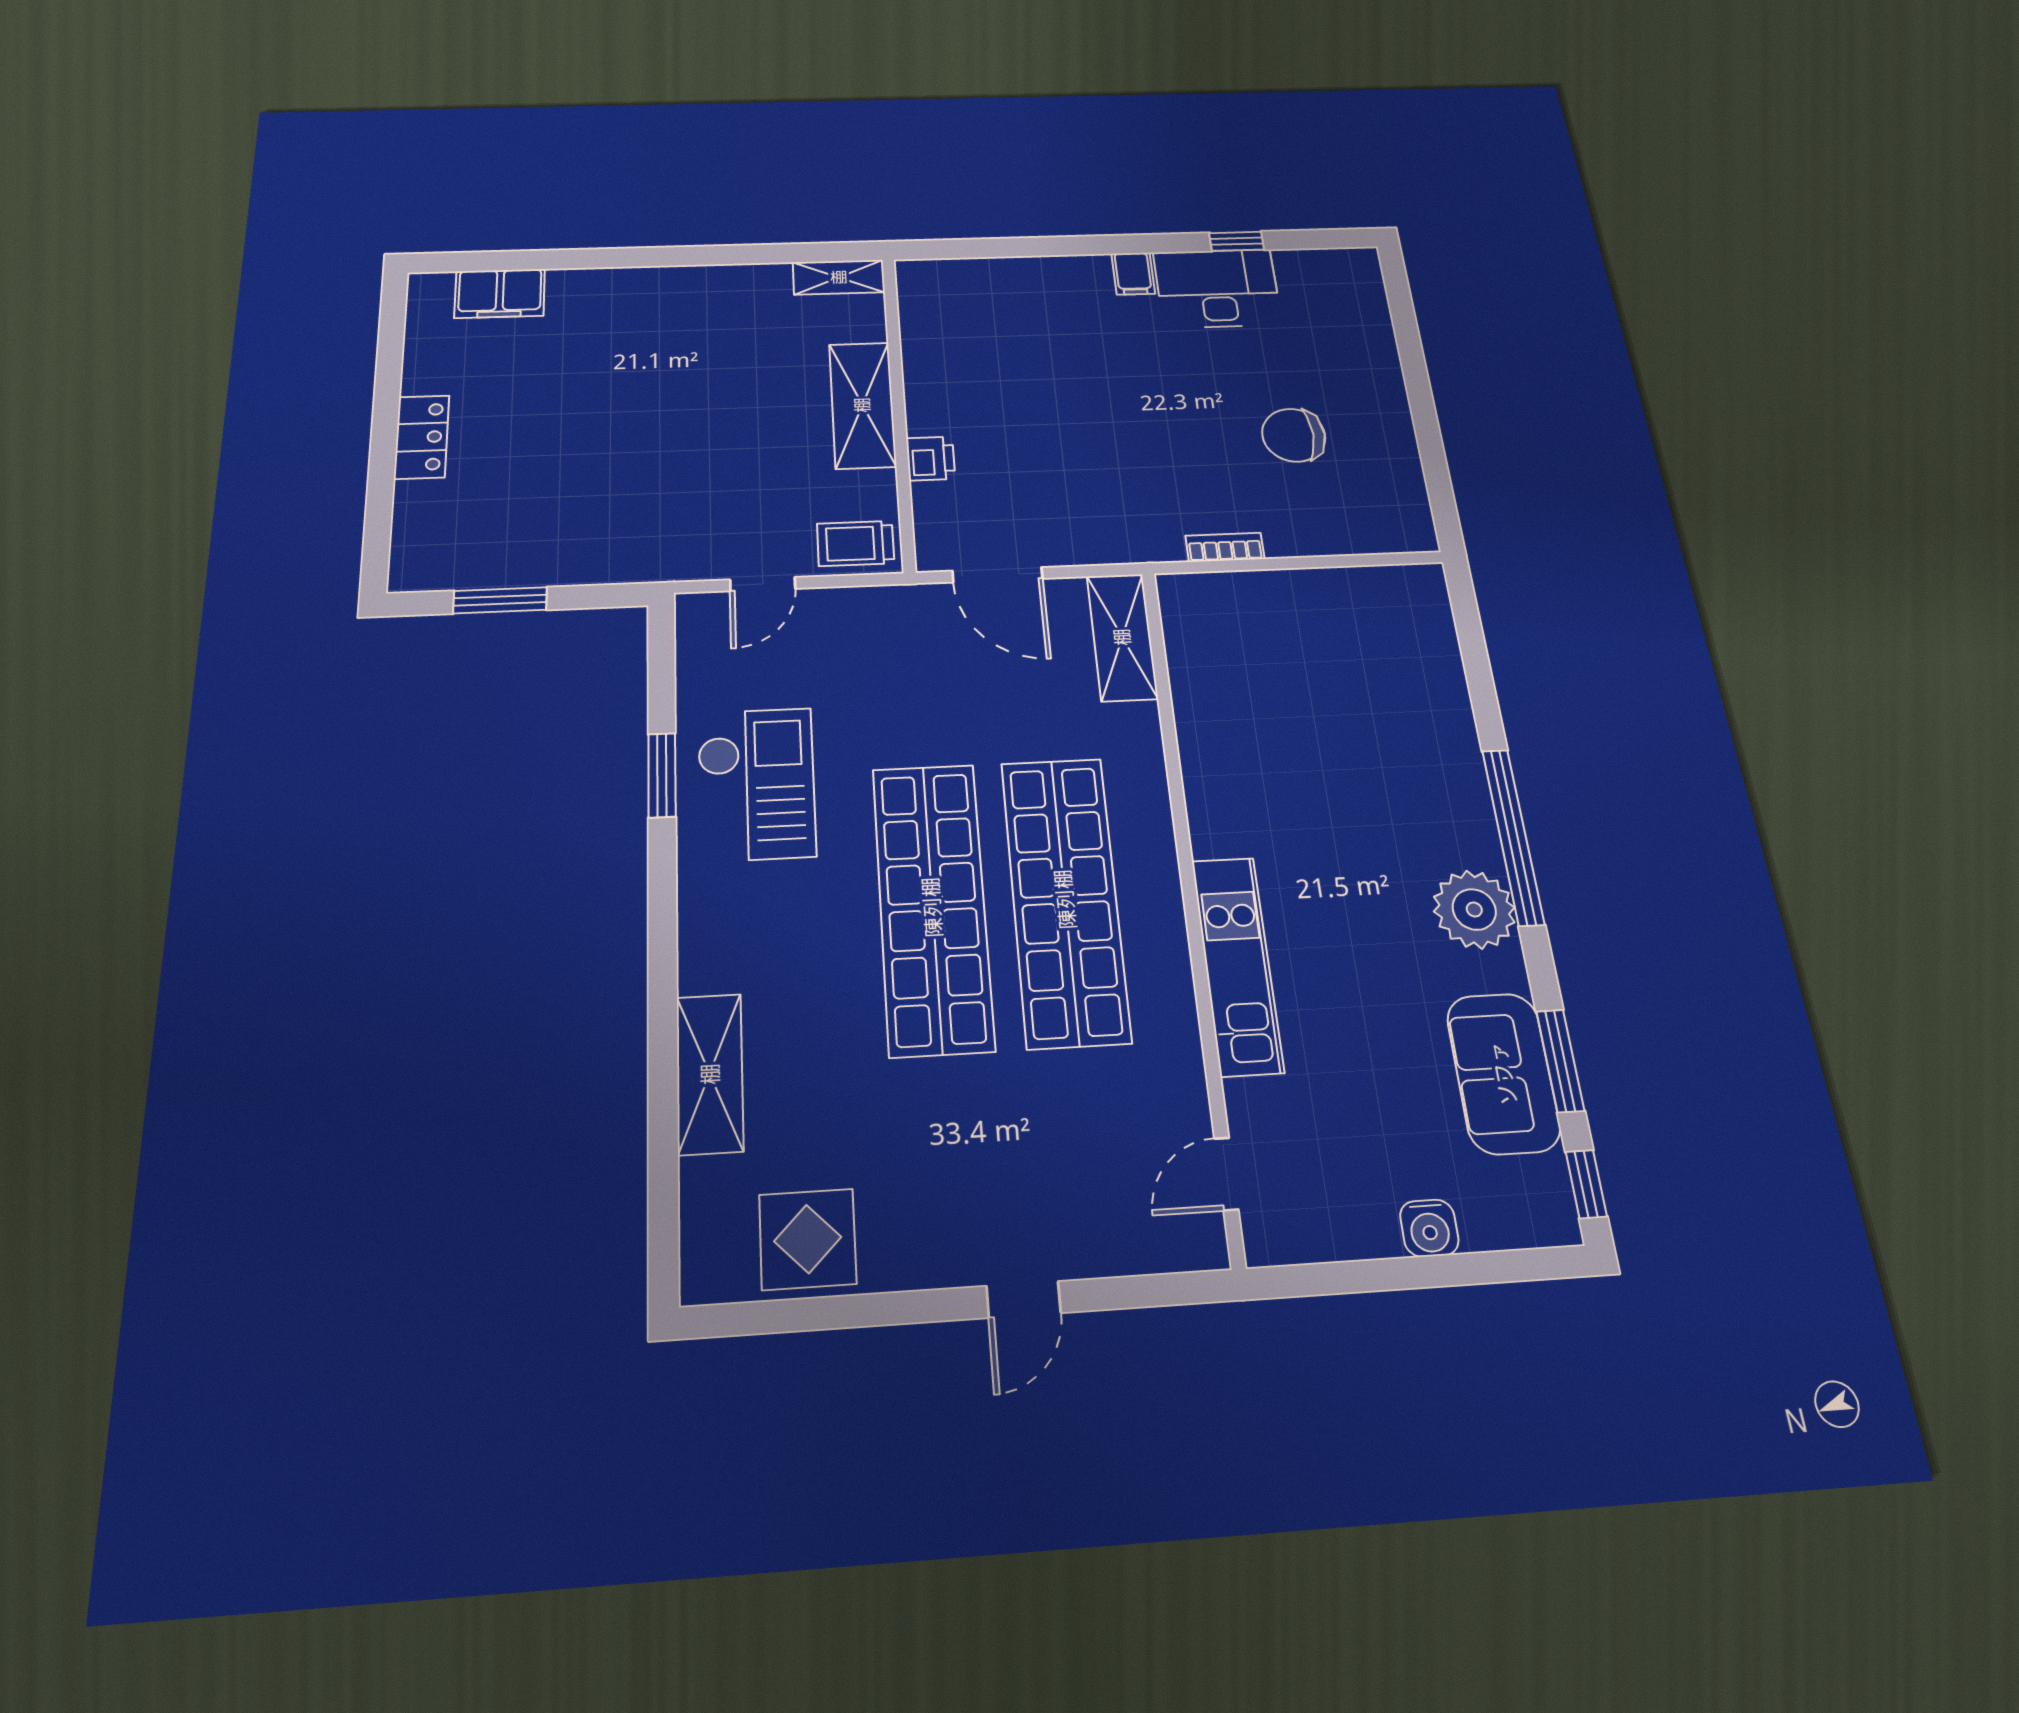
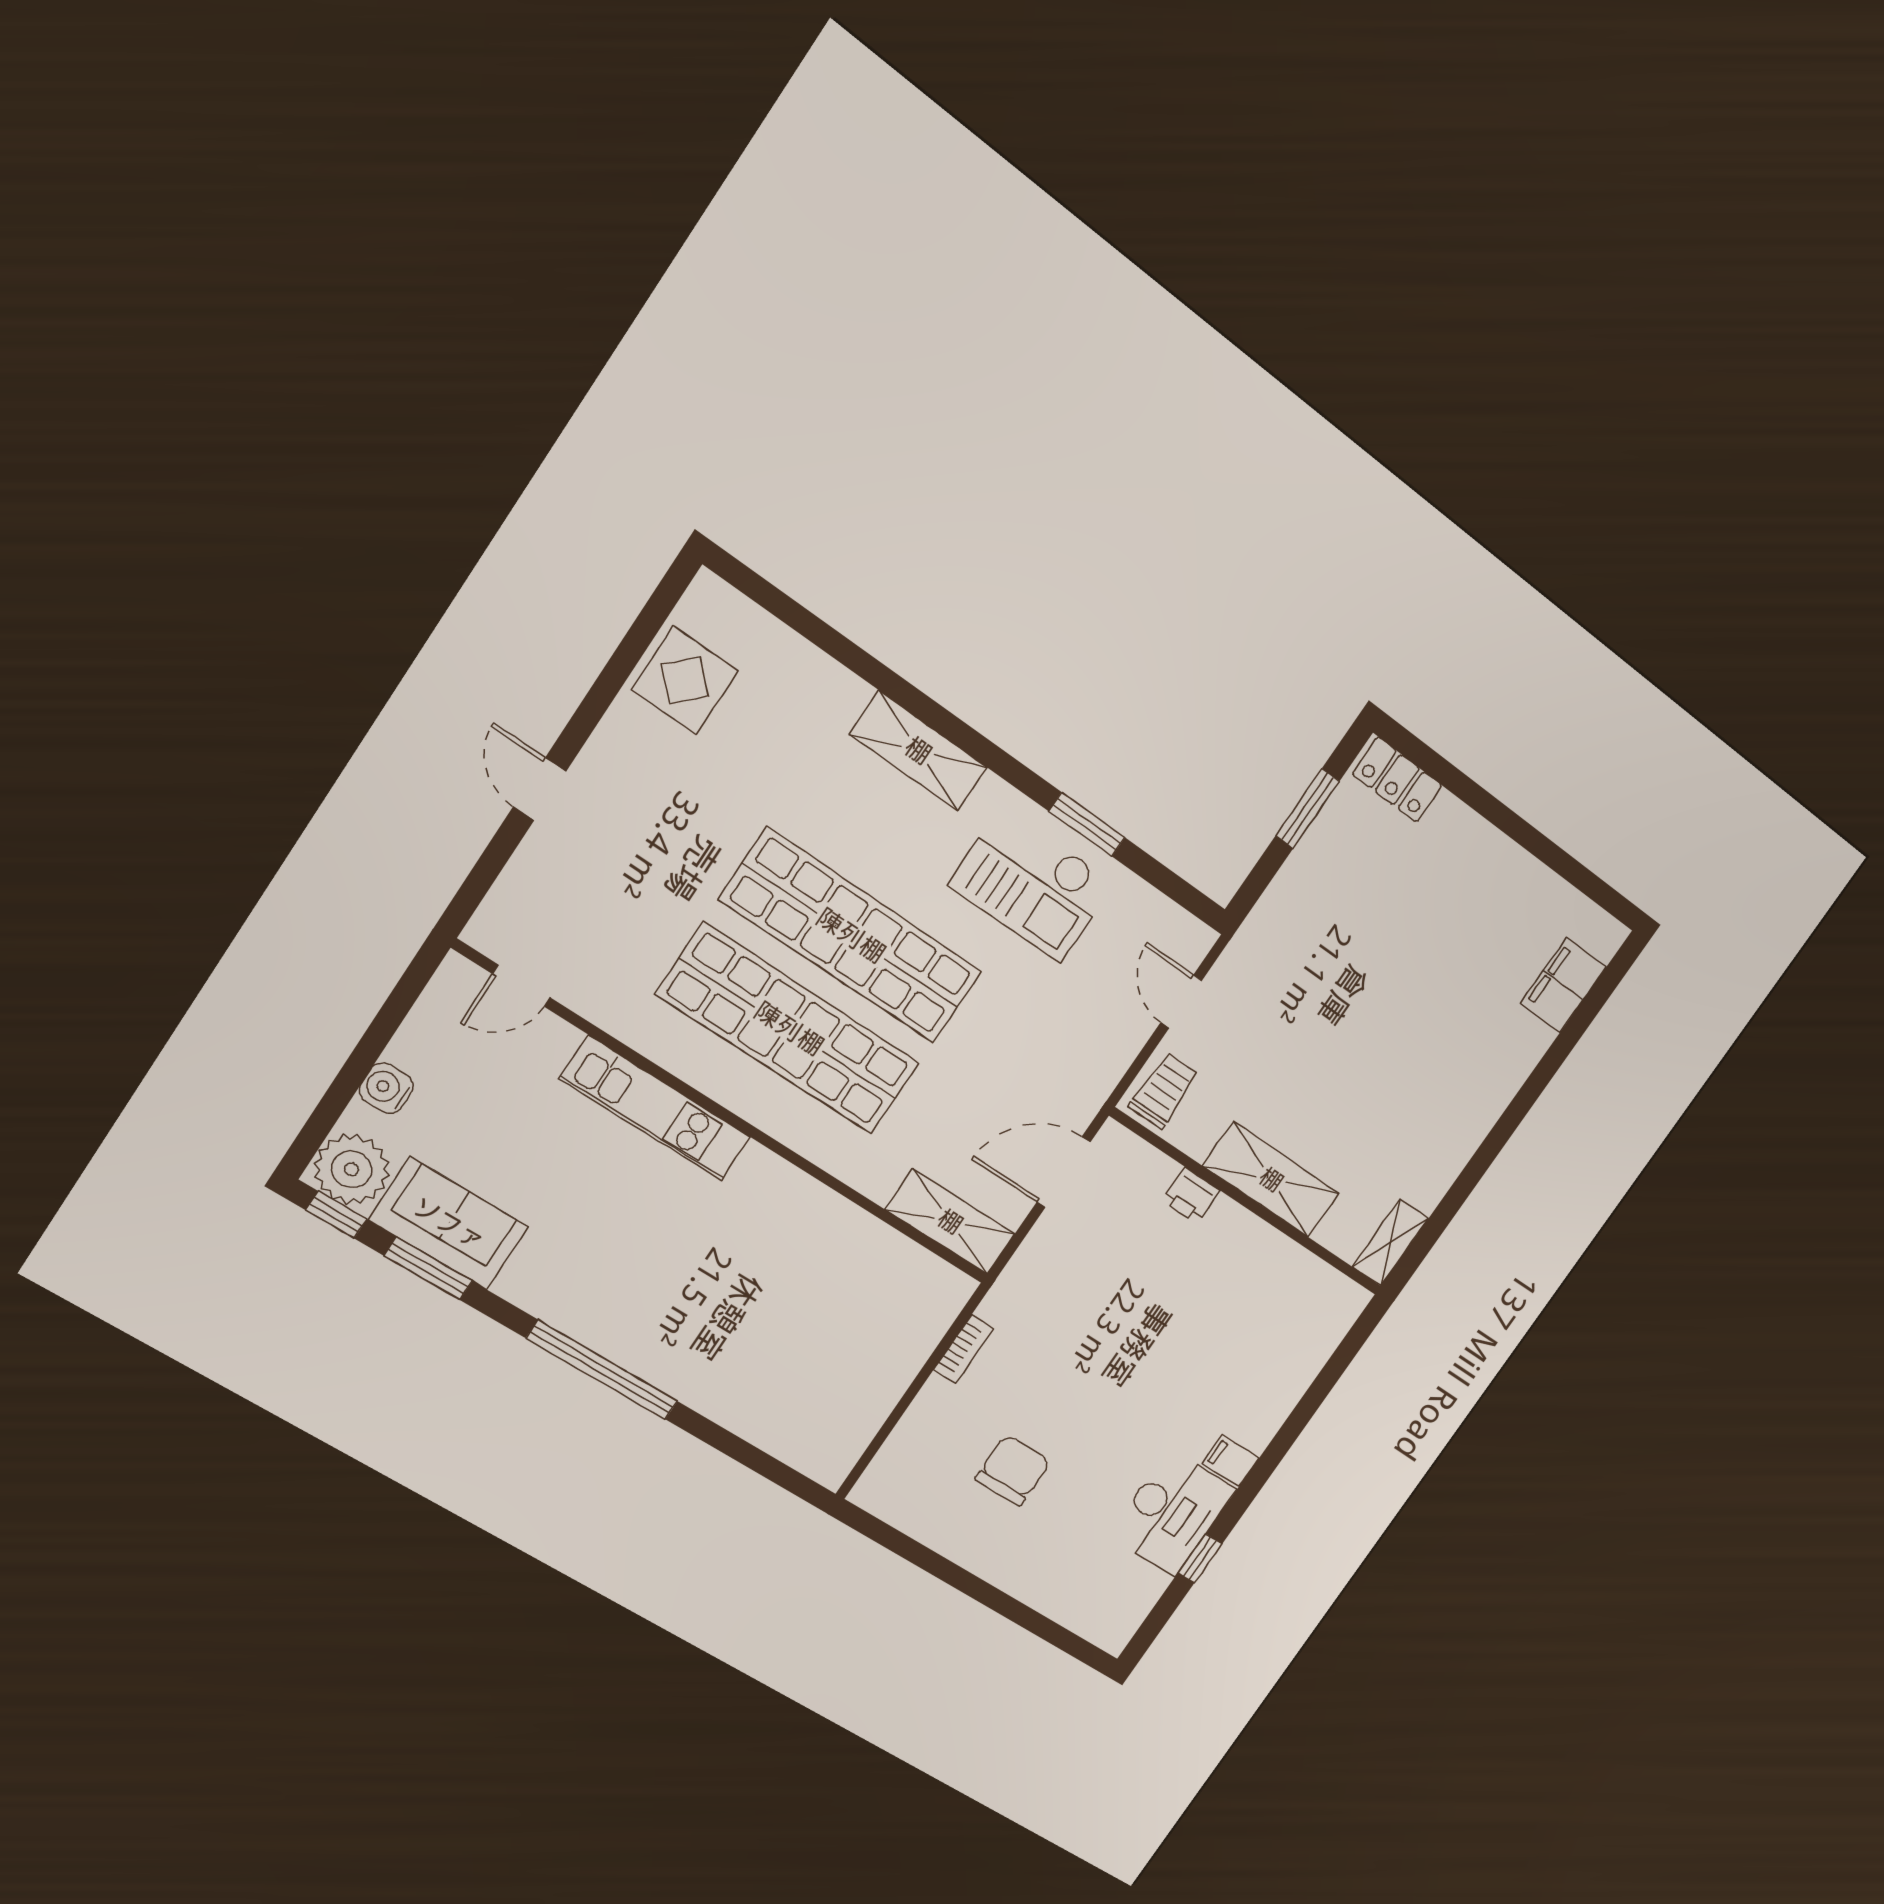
locker: (422, 437) -> (1397, 780), moved
plant: (1474, 909) -> (352, 1169), moved
shelving: (710, 1074) -> (918, 751), moved
door: (1226, 1174) -> (521, 986), swing flipped

